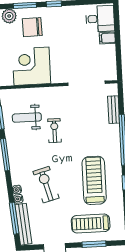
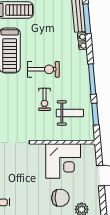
exercise bike: (46, 185) -> (43, 69), moved, turned -75

